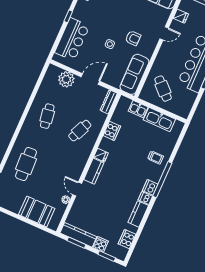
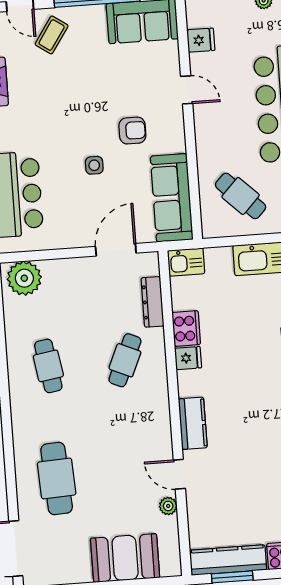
door: (164, 33) -> (187, 90), hinge flipped
plant: (66, 79) -> (24, 278), moved
door: (90, 79) -> (116, 250), moved
dresser: (109, 102) -> (152, 302), moved
kitchen sink: (138, 109) -> (186, 262), moved
fridge: (101, 155) -> (188, 358), moved

